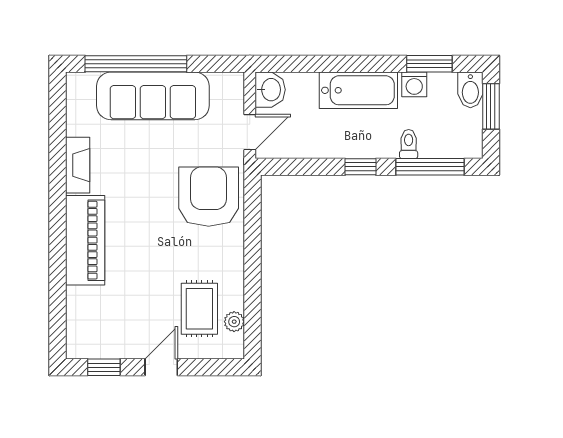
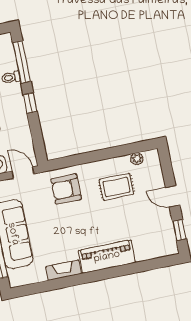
armchair: (209, 197) -> (66, 189), width x0.73, depth x0.73
rug: (199, 309) -> (117, 187), moved

